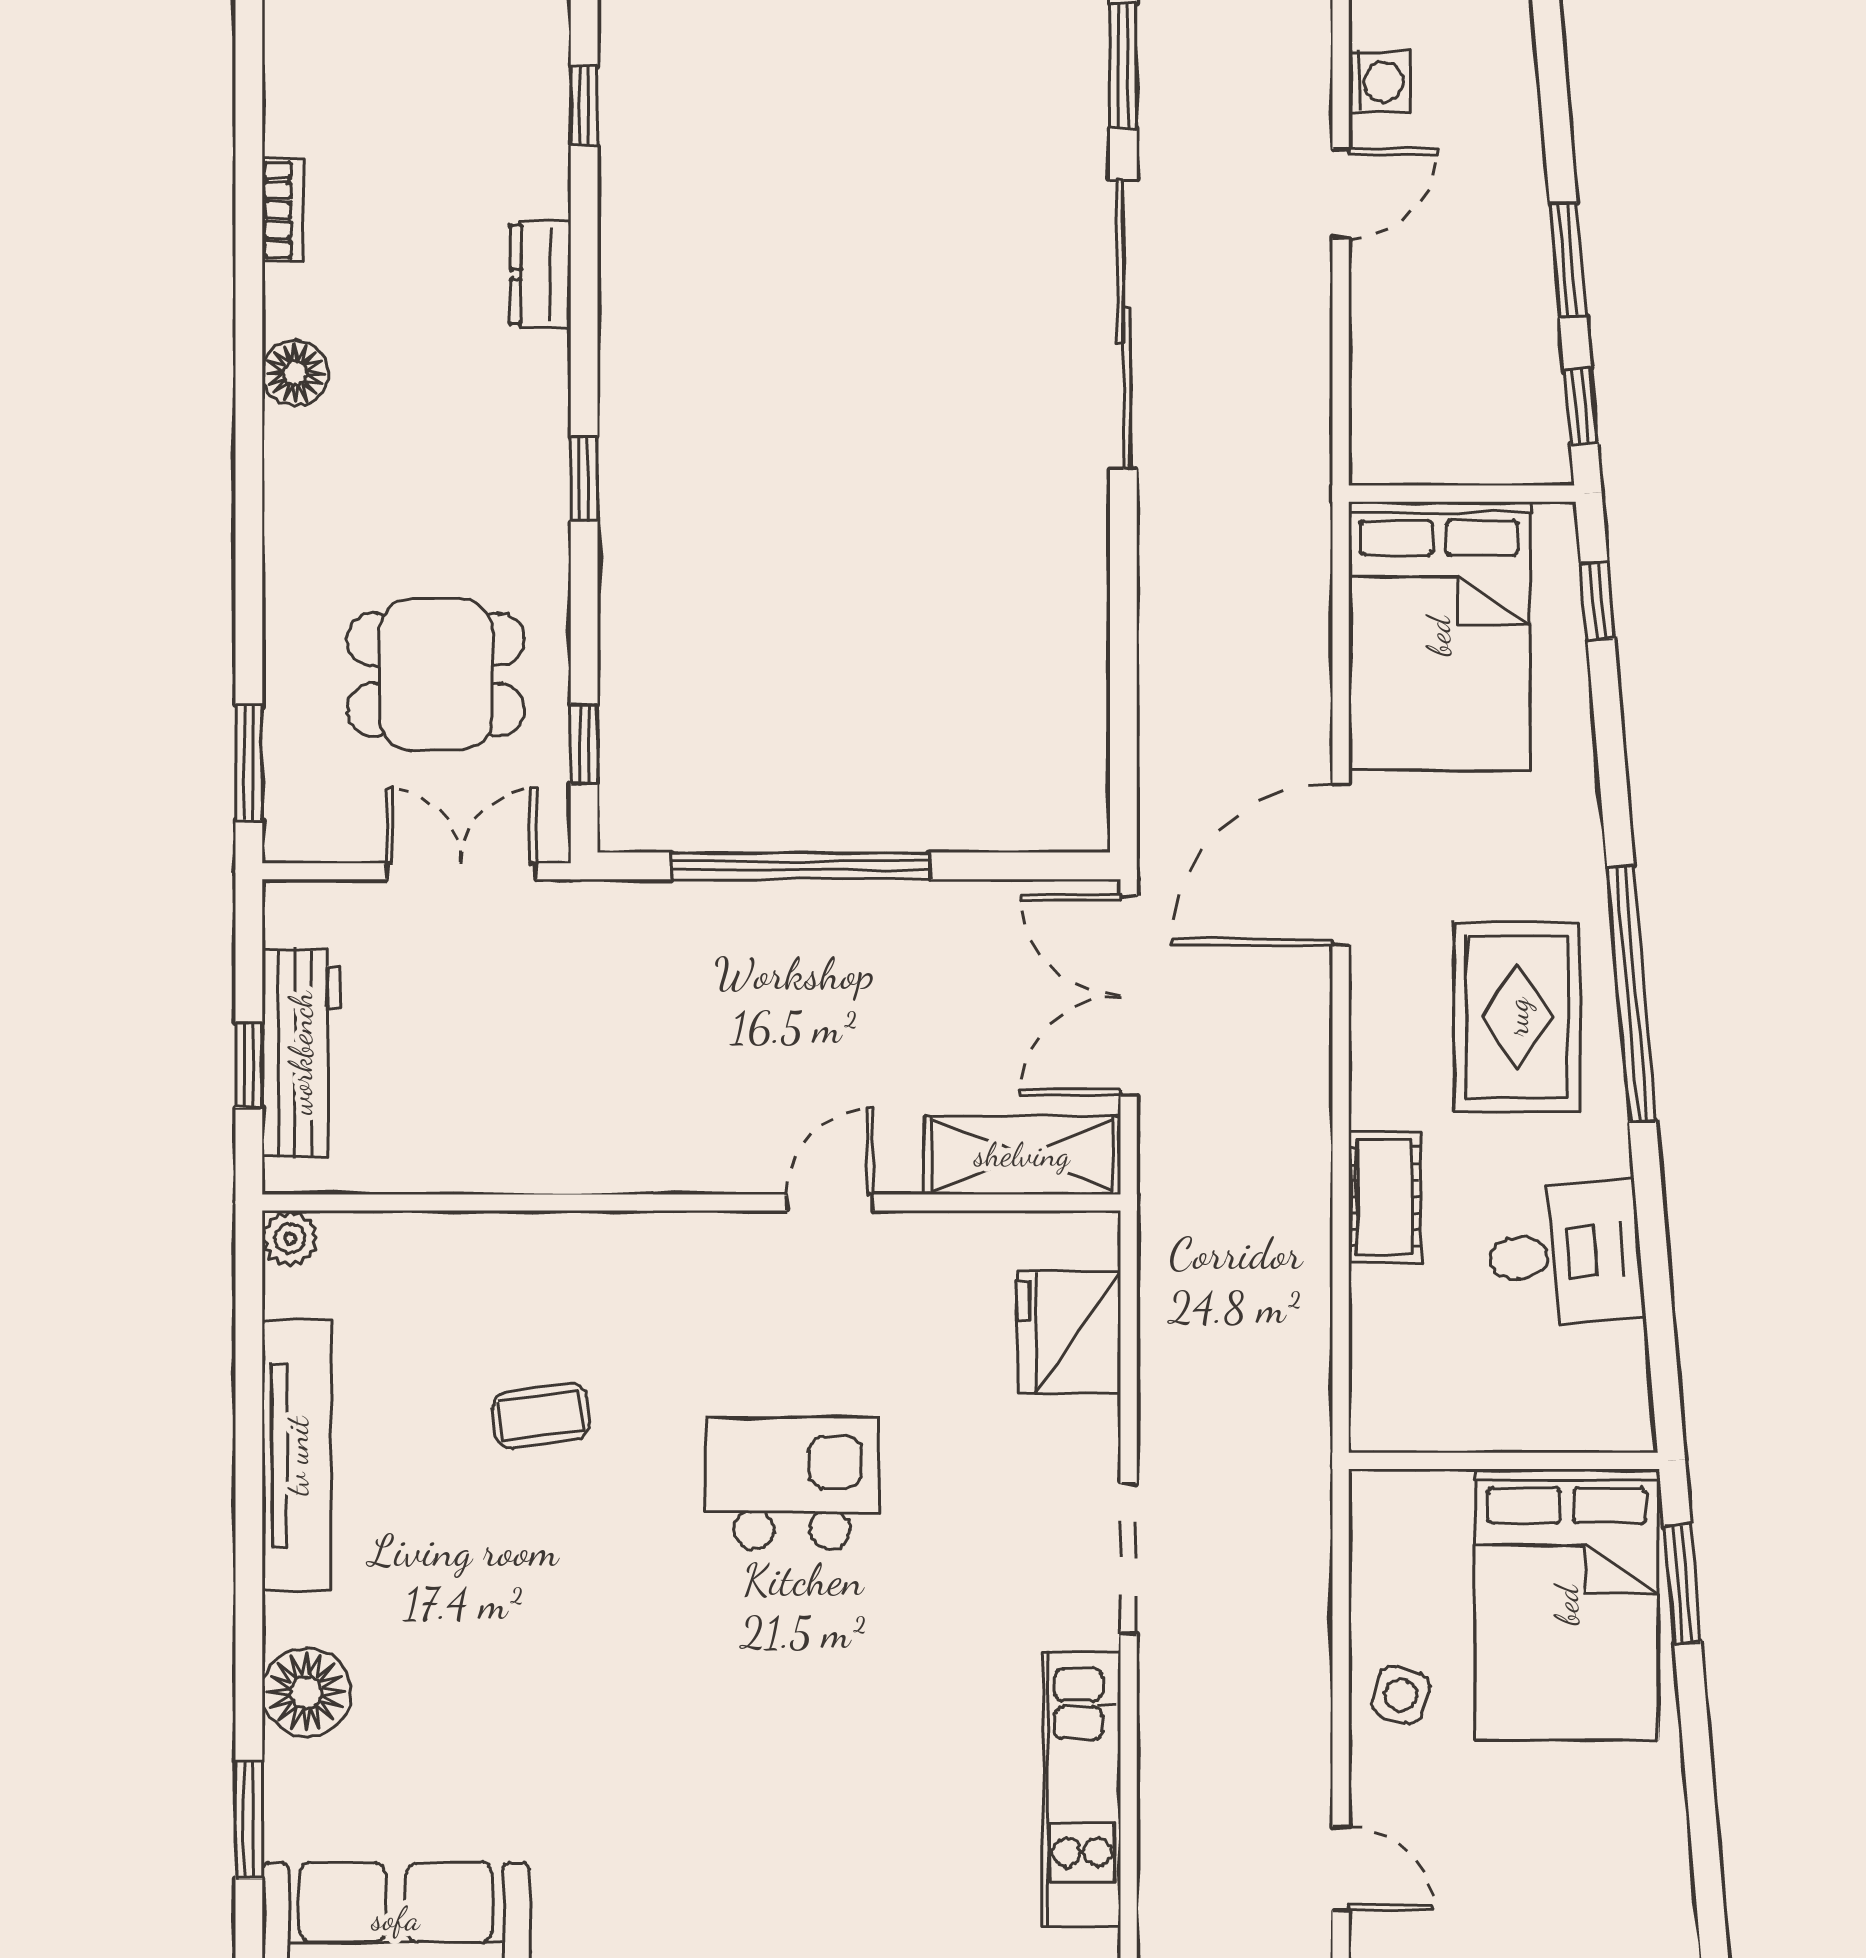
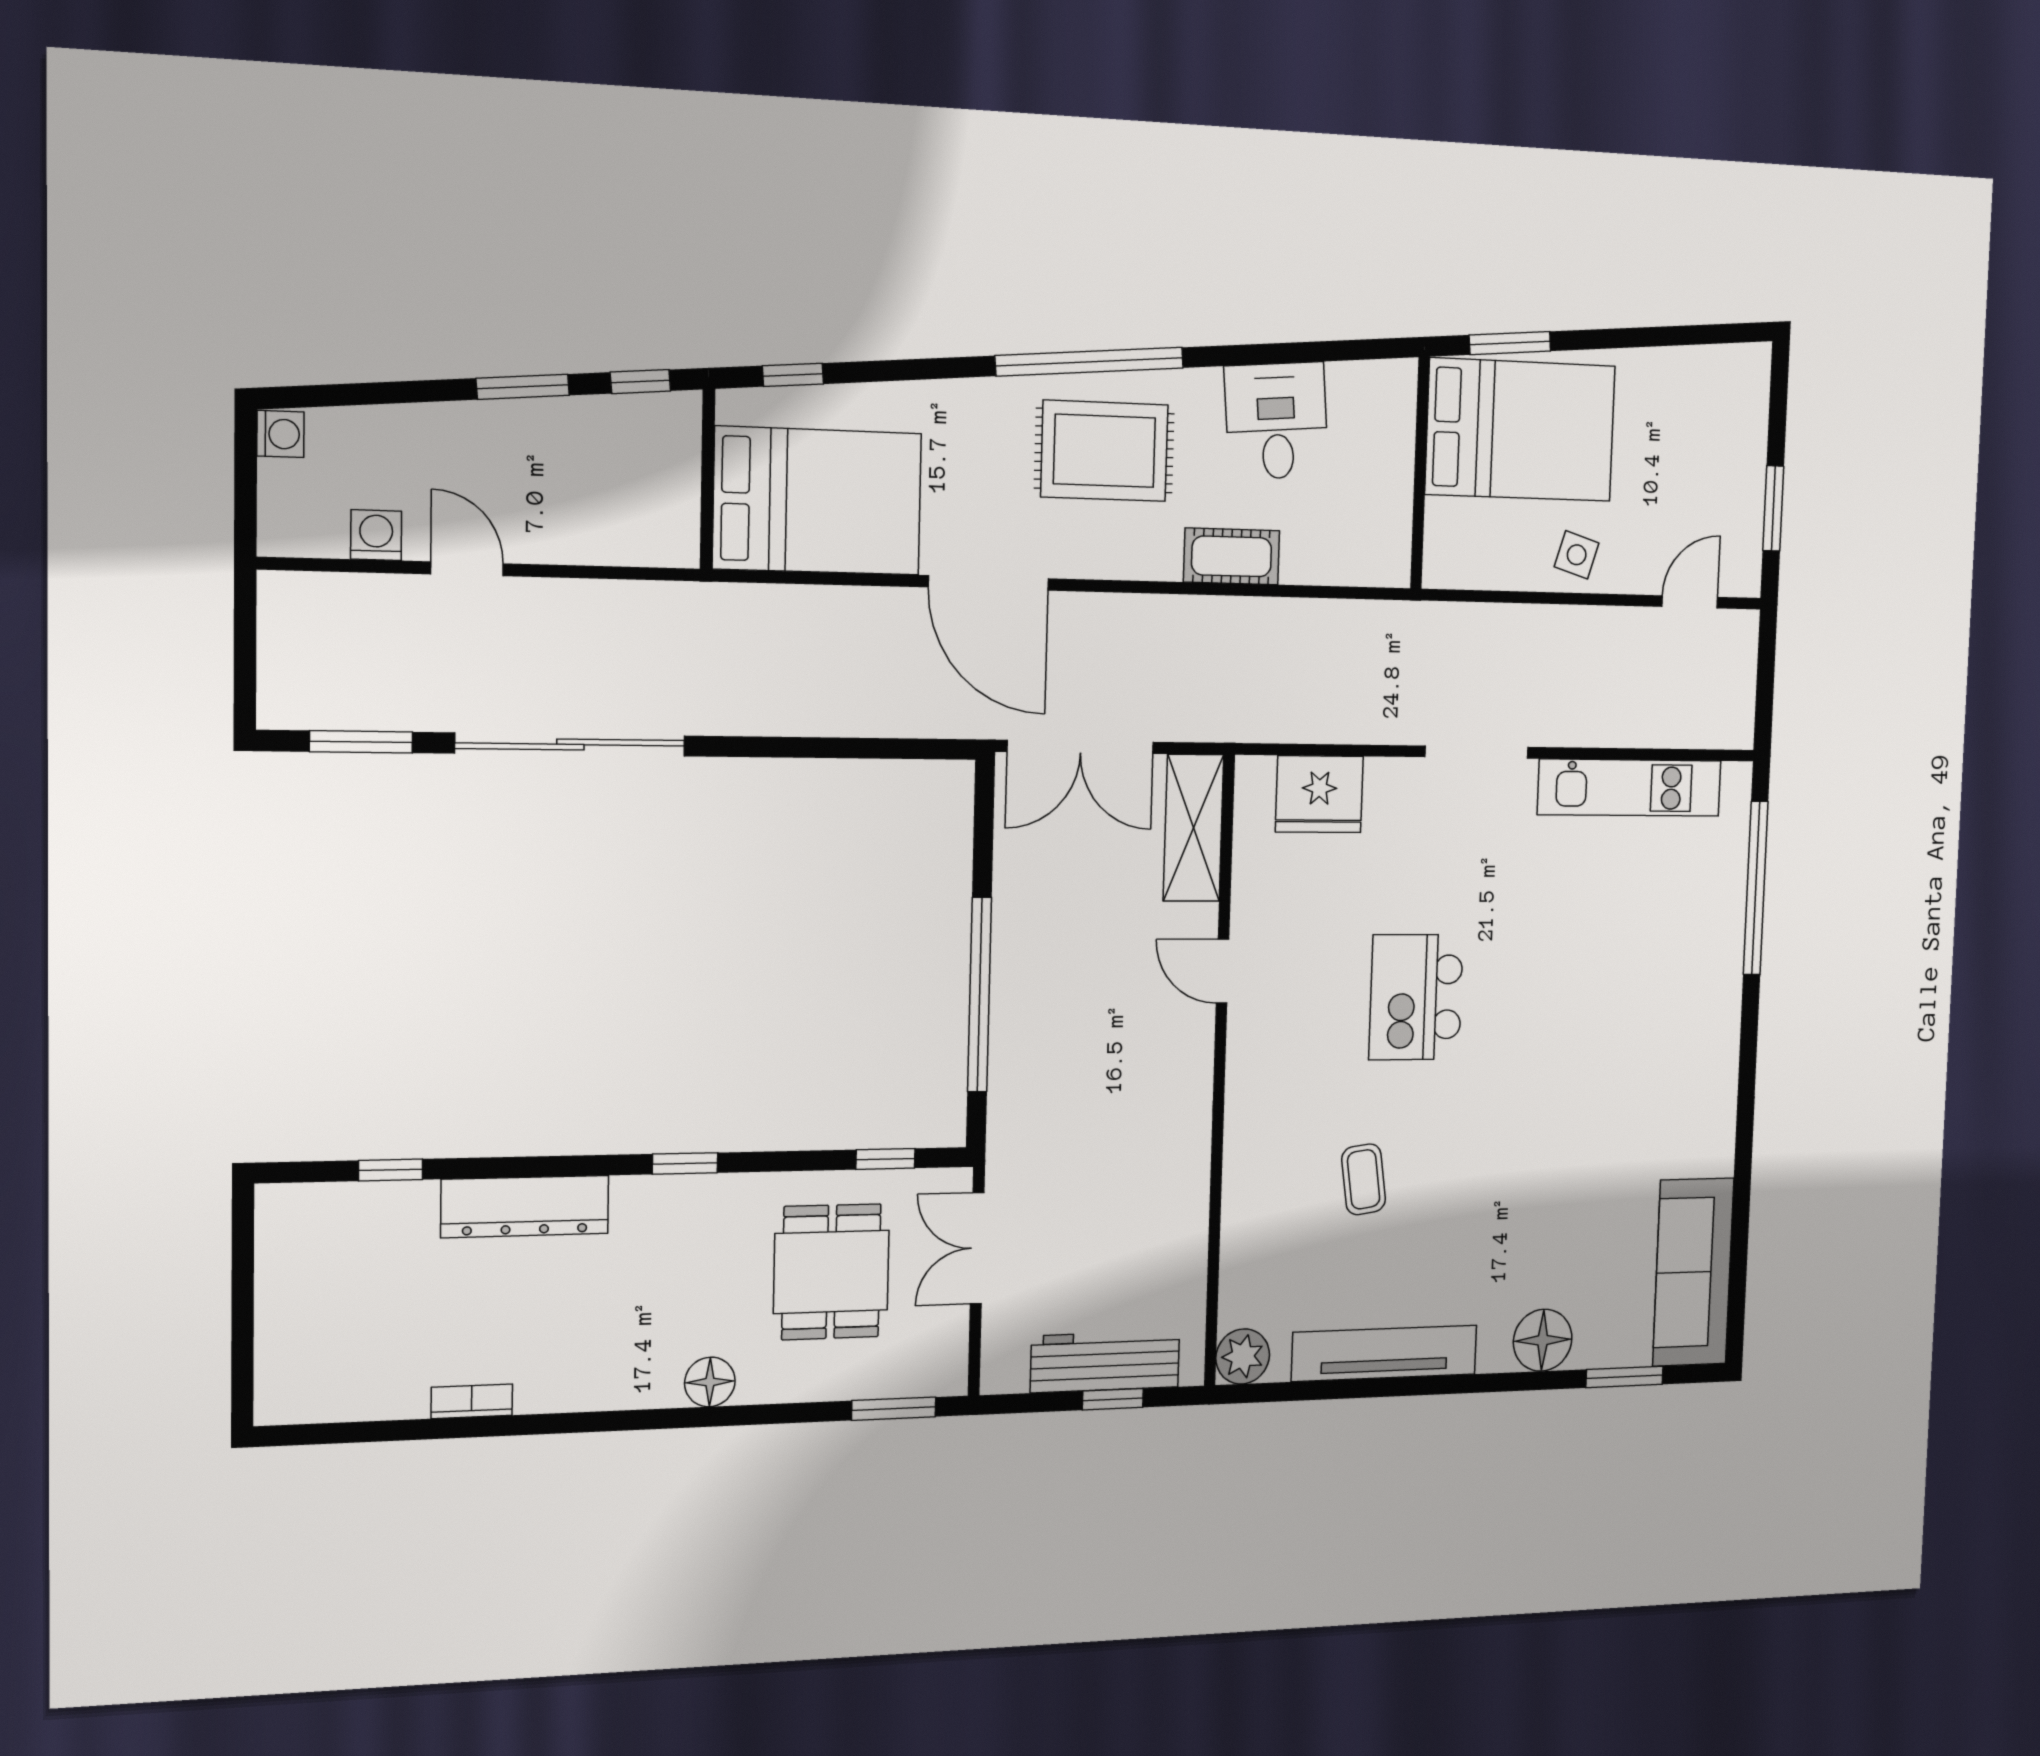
dresser: (540, 274) -> (525, 1207), width x1.96, depth x1.24
floor lamp: (295, 373) -> (710, 1382), moved
plant: (290, 1238) -> (1243, 1356), width x1.38, depth x1.38

